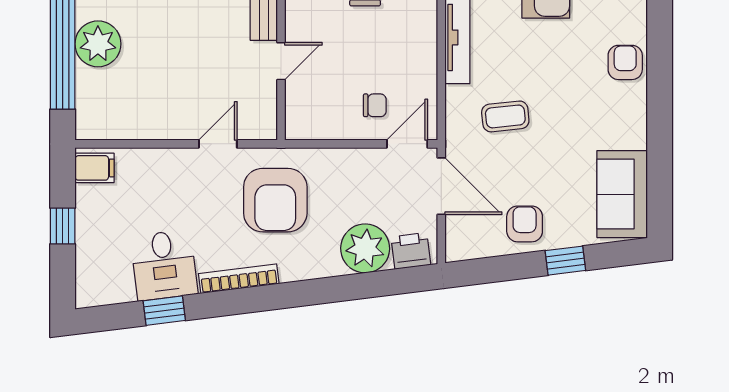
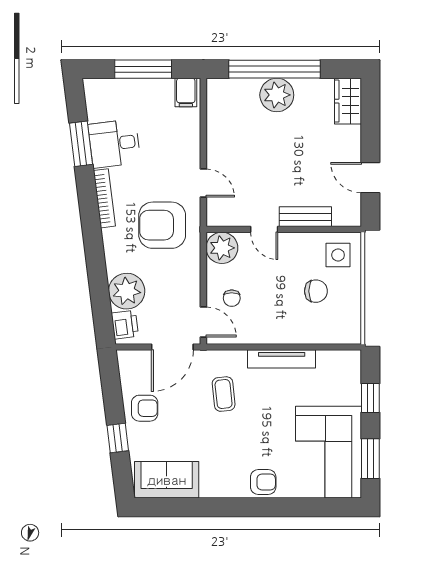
plant: (306, 119) -> (222, 248), added
window: (63, 226) -> (143, 69), width x2.17
window: (164, 311) -> (81, 144), width x1.50

